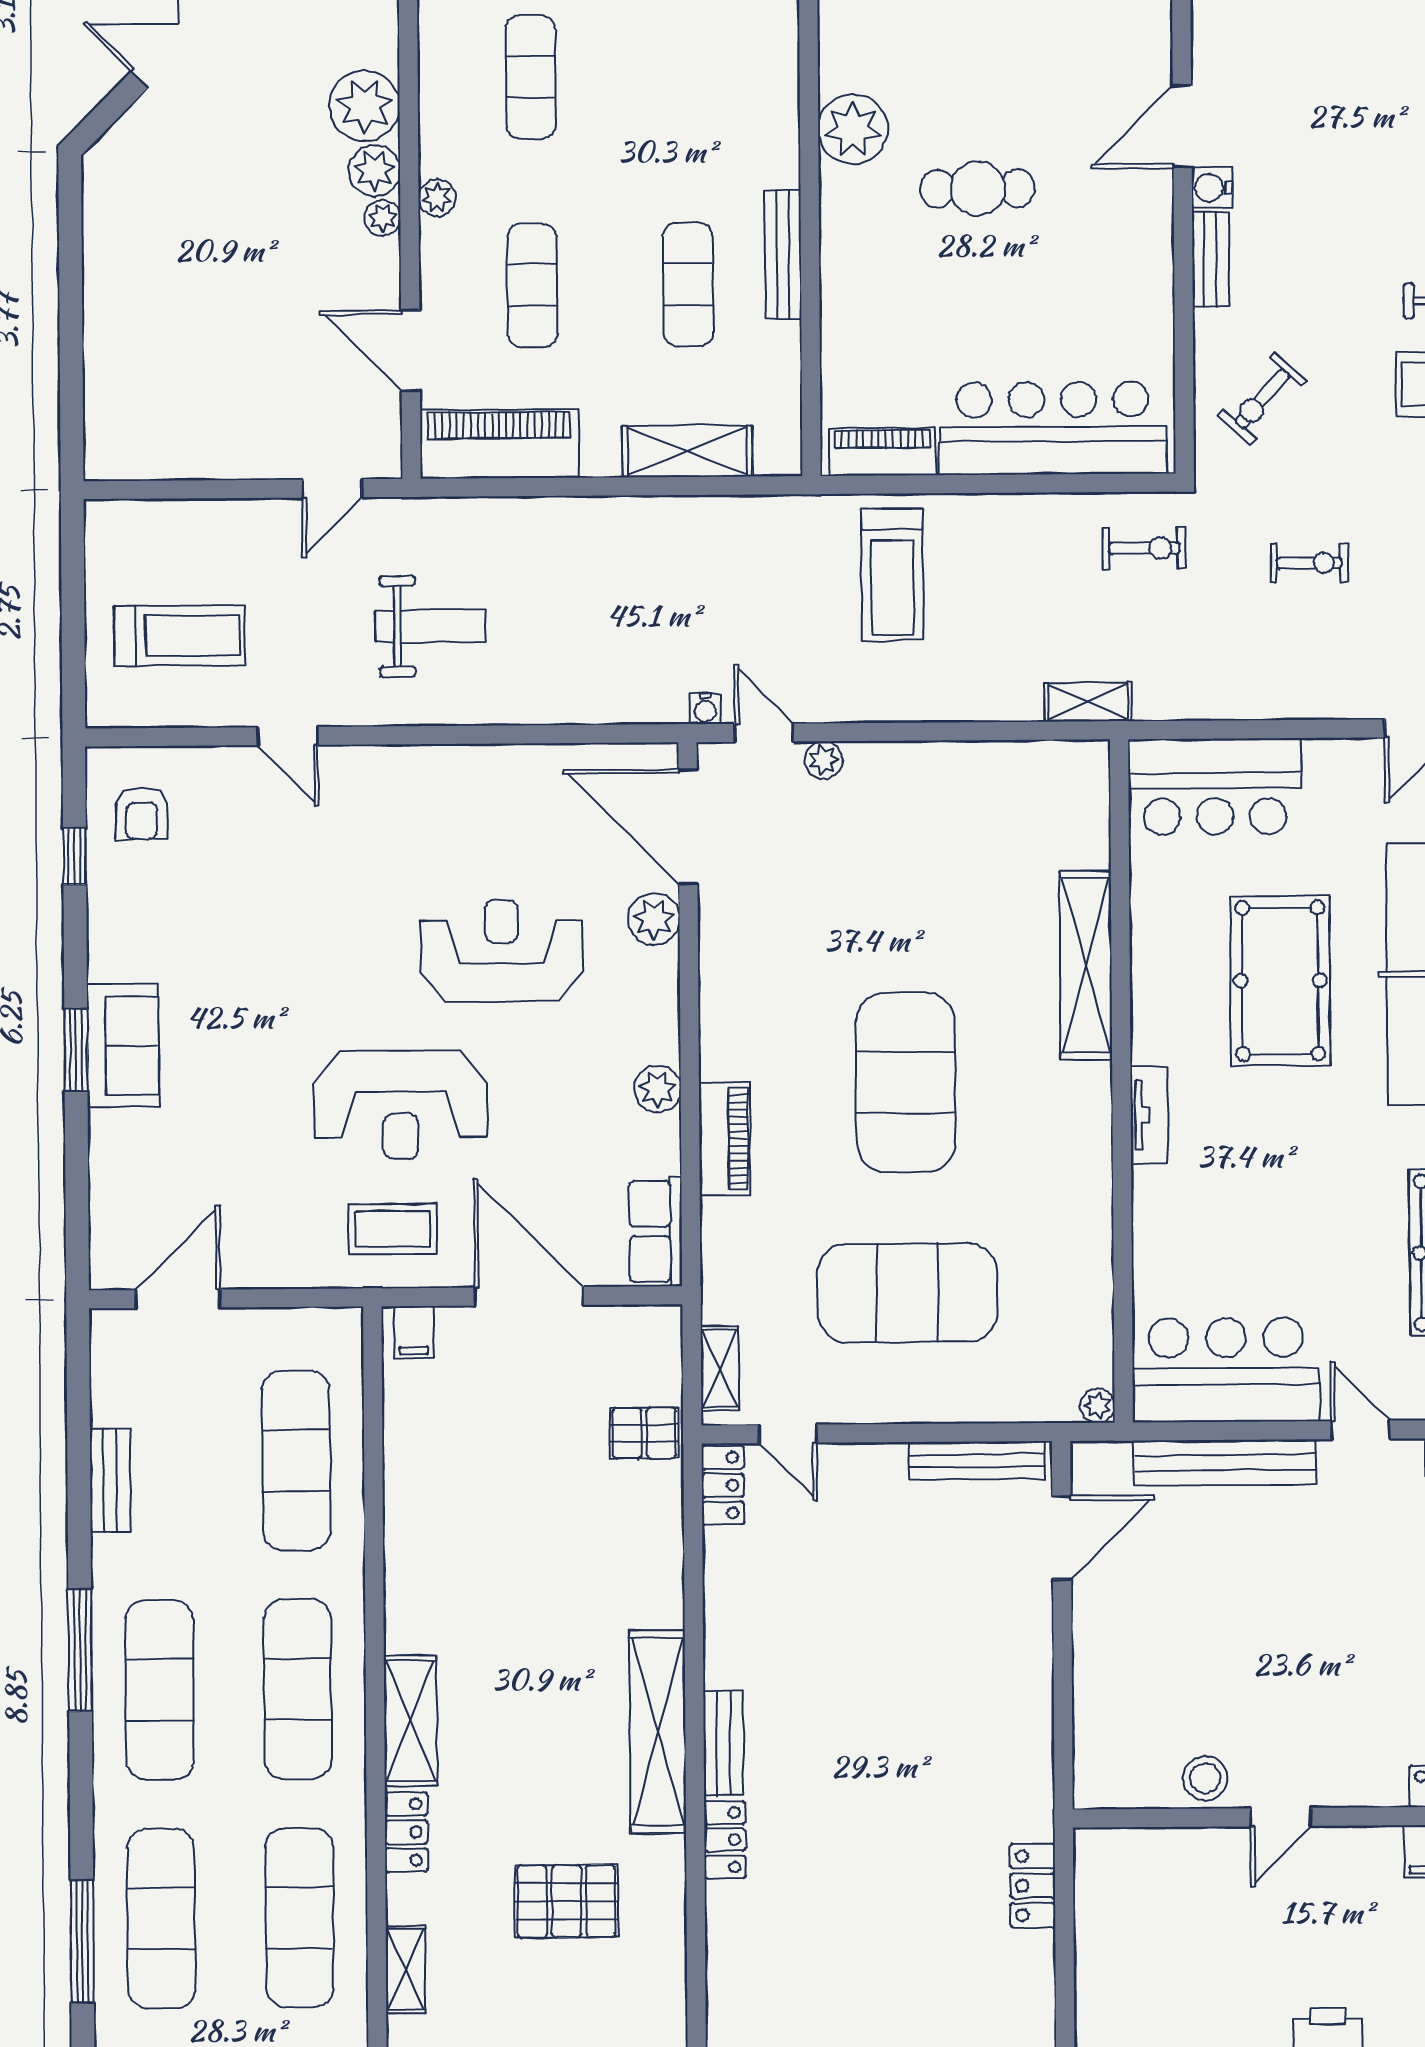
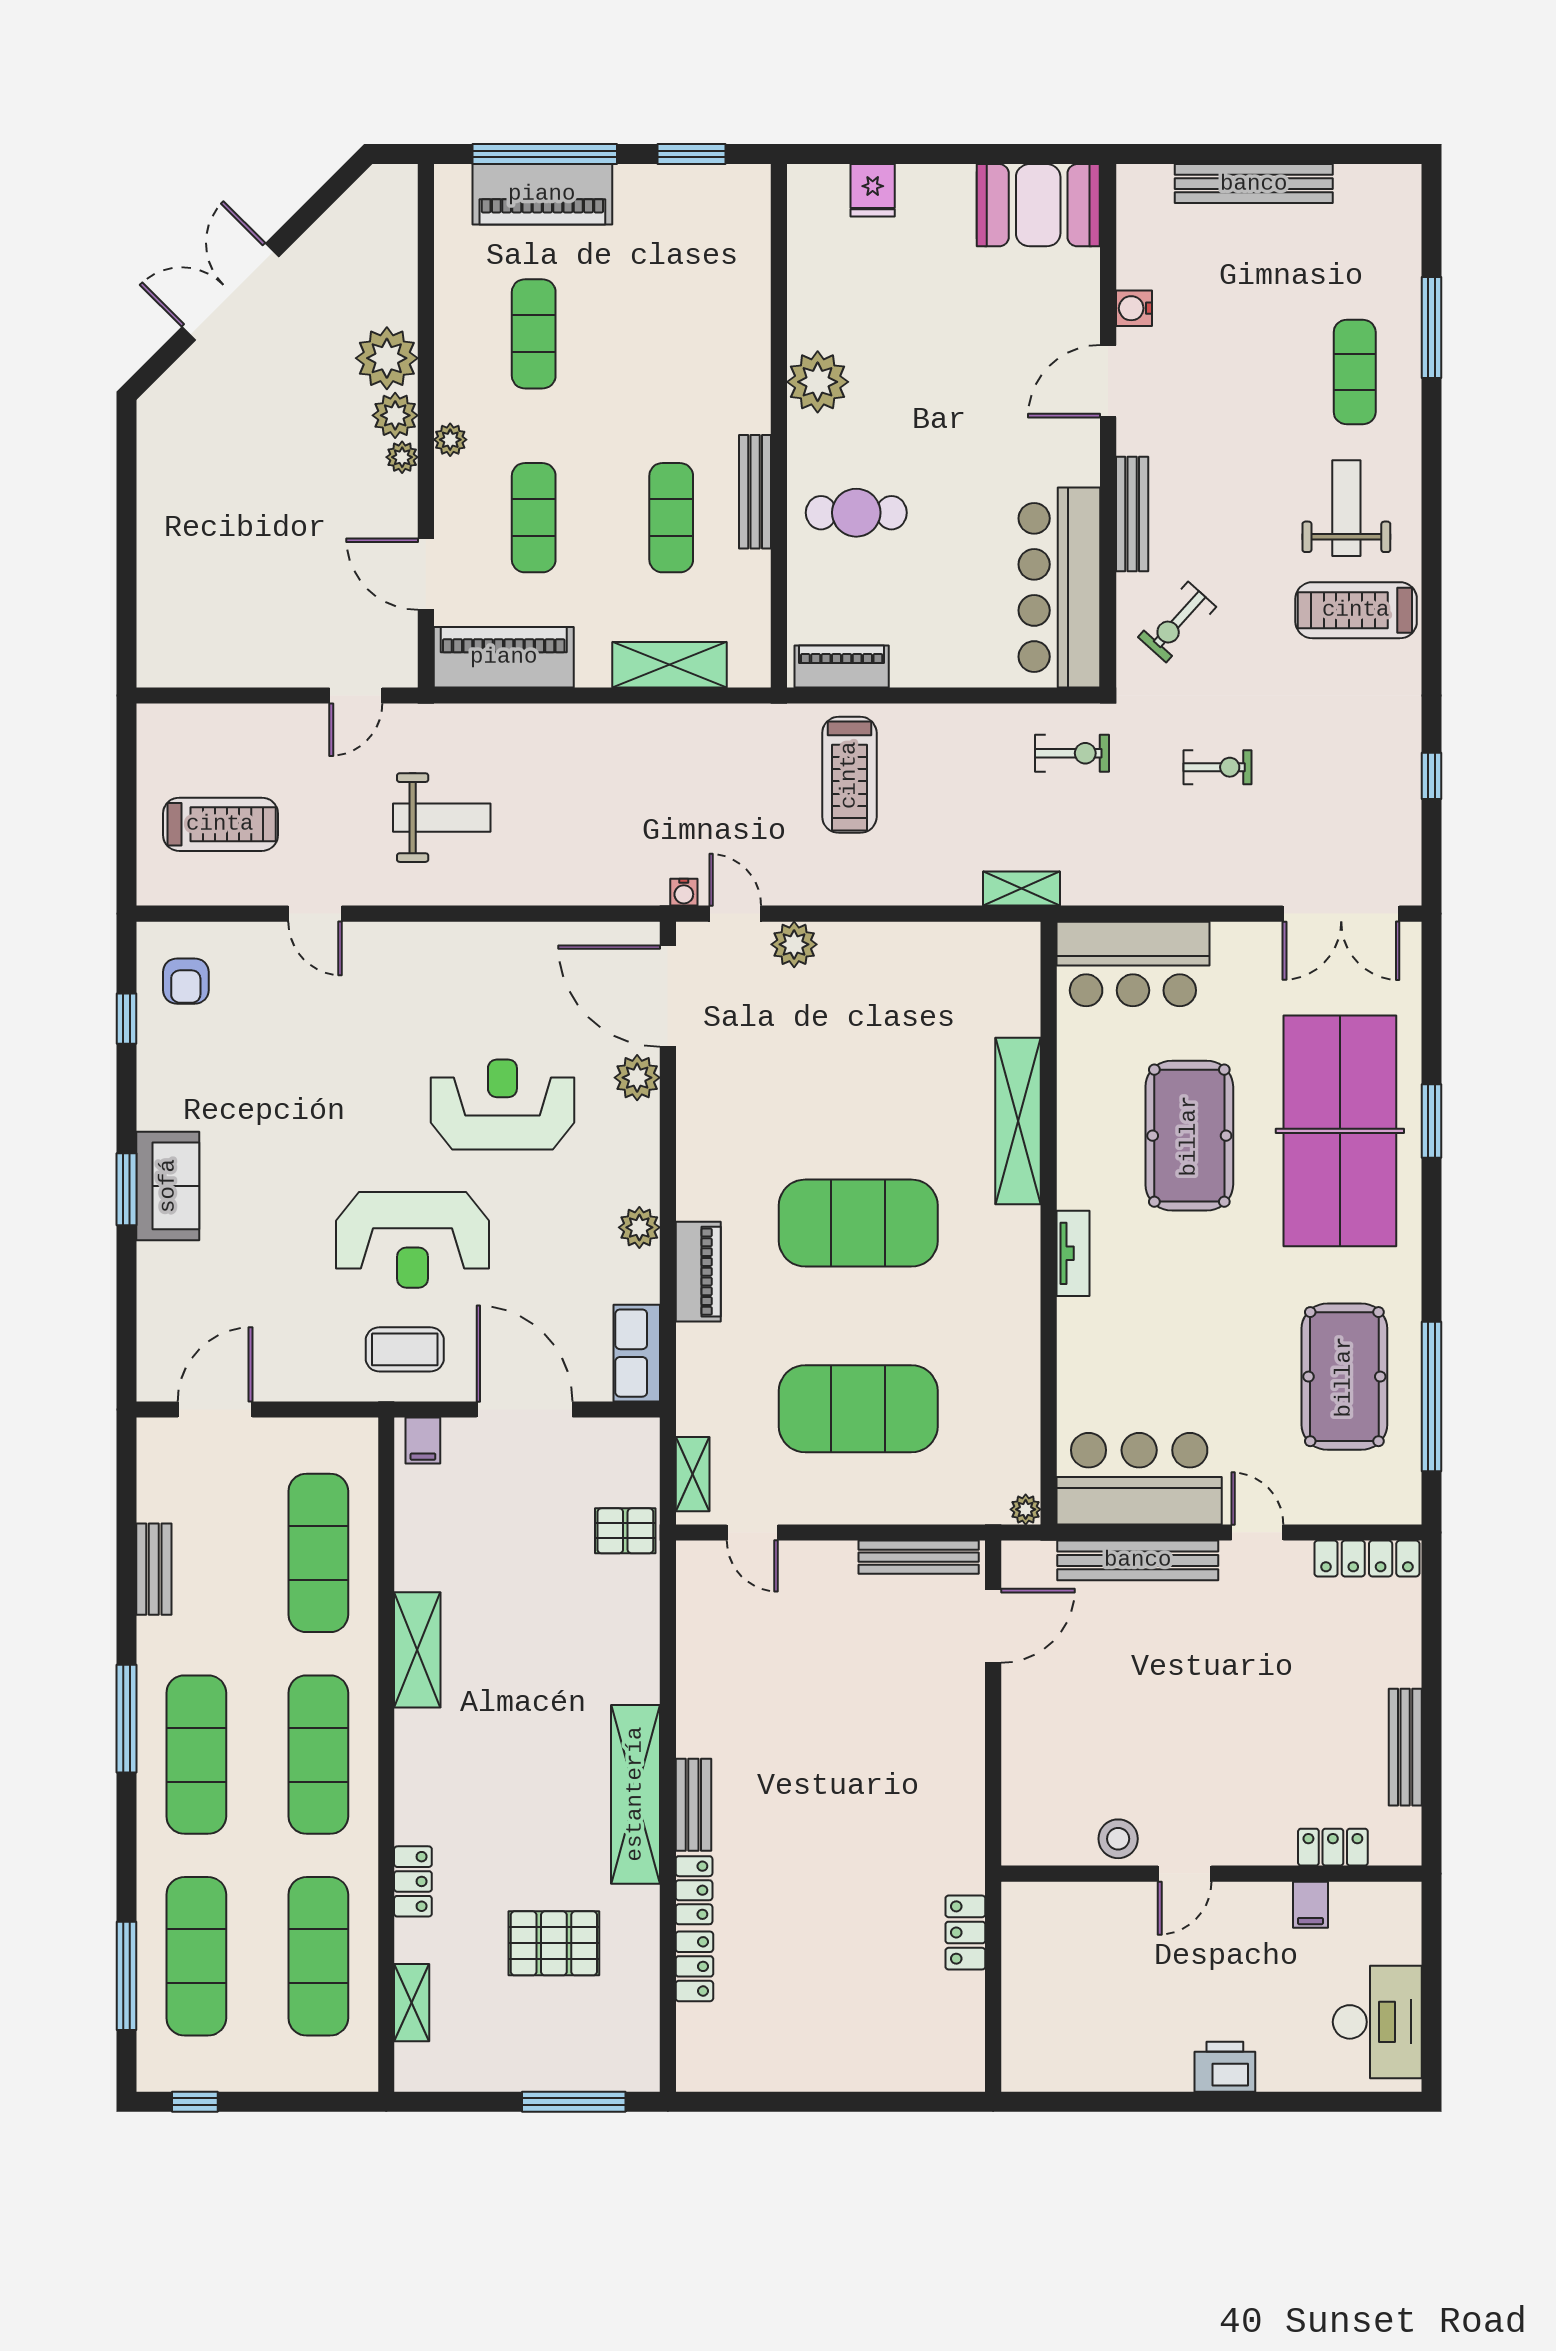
water cooler: (1212, 188) -> (1134, 308), moved
cafe table: (978, 189) -> (856, 513), moved
bench: (1210, 259) -> (1132, 514), width x1.36
bar counter: (1053, 428) -> (1059, 587), moved, turned -90
plant: (824, 760) -> (794, 944), width x1.38, depth x1.38
exercise mat: (906, 1082) -> (858, 1223), turned 90
locker: (723, 1485) -> (694, 1966), moved
shelving: (410, 1721) -> (417, 1650), moved

